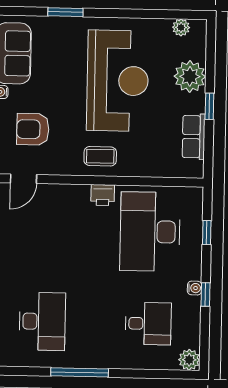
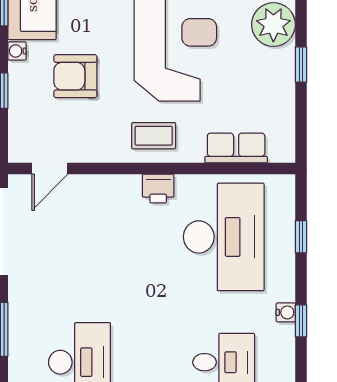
armchair: (33, 129) -> (75, 76), moved
row of seats: (194, 137) -> (236, 148), moved, turned 90
desk: (150, 232) -> (224, 237), turned 180

